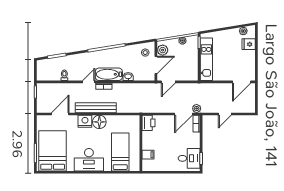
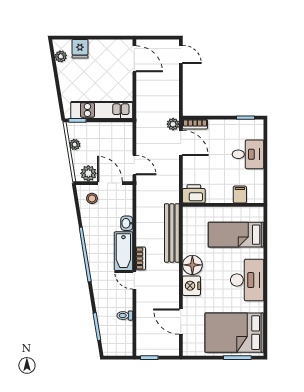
bench: (96, 108) -> (172, 233), moved
door: (225, 114) -> (181, 54), moved
desk: (189, 158) -> (248, 154), moved, turned 90

